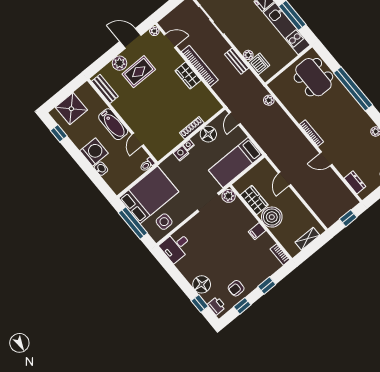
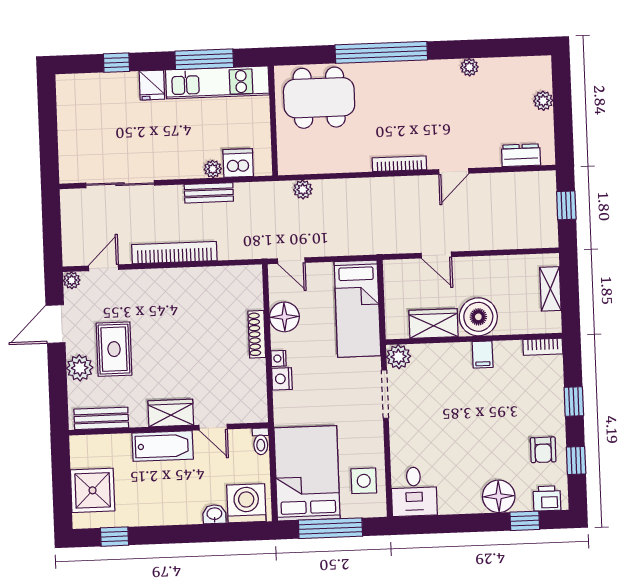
wardrobe: (188, 75) -> (171, 413), moved, turned 180
washing machine: (94, 152) -> (246, 503), moved

